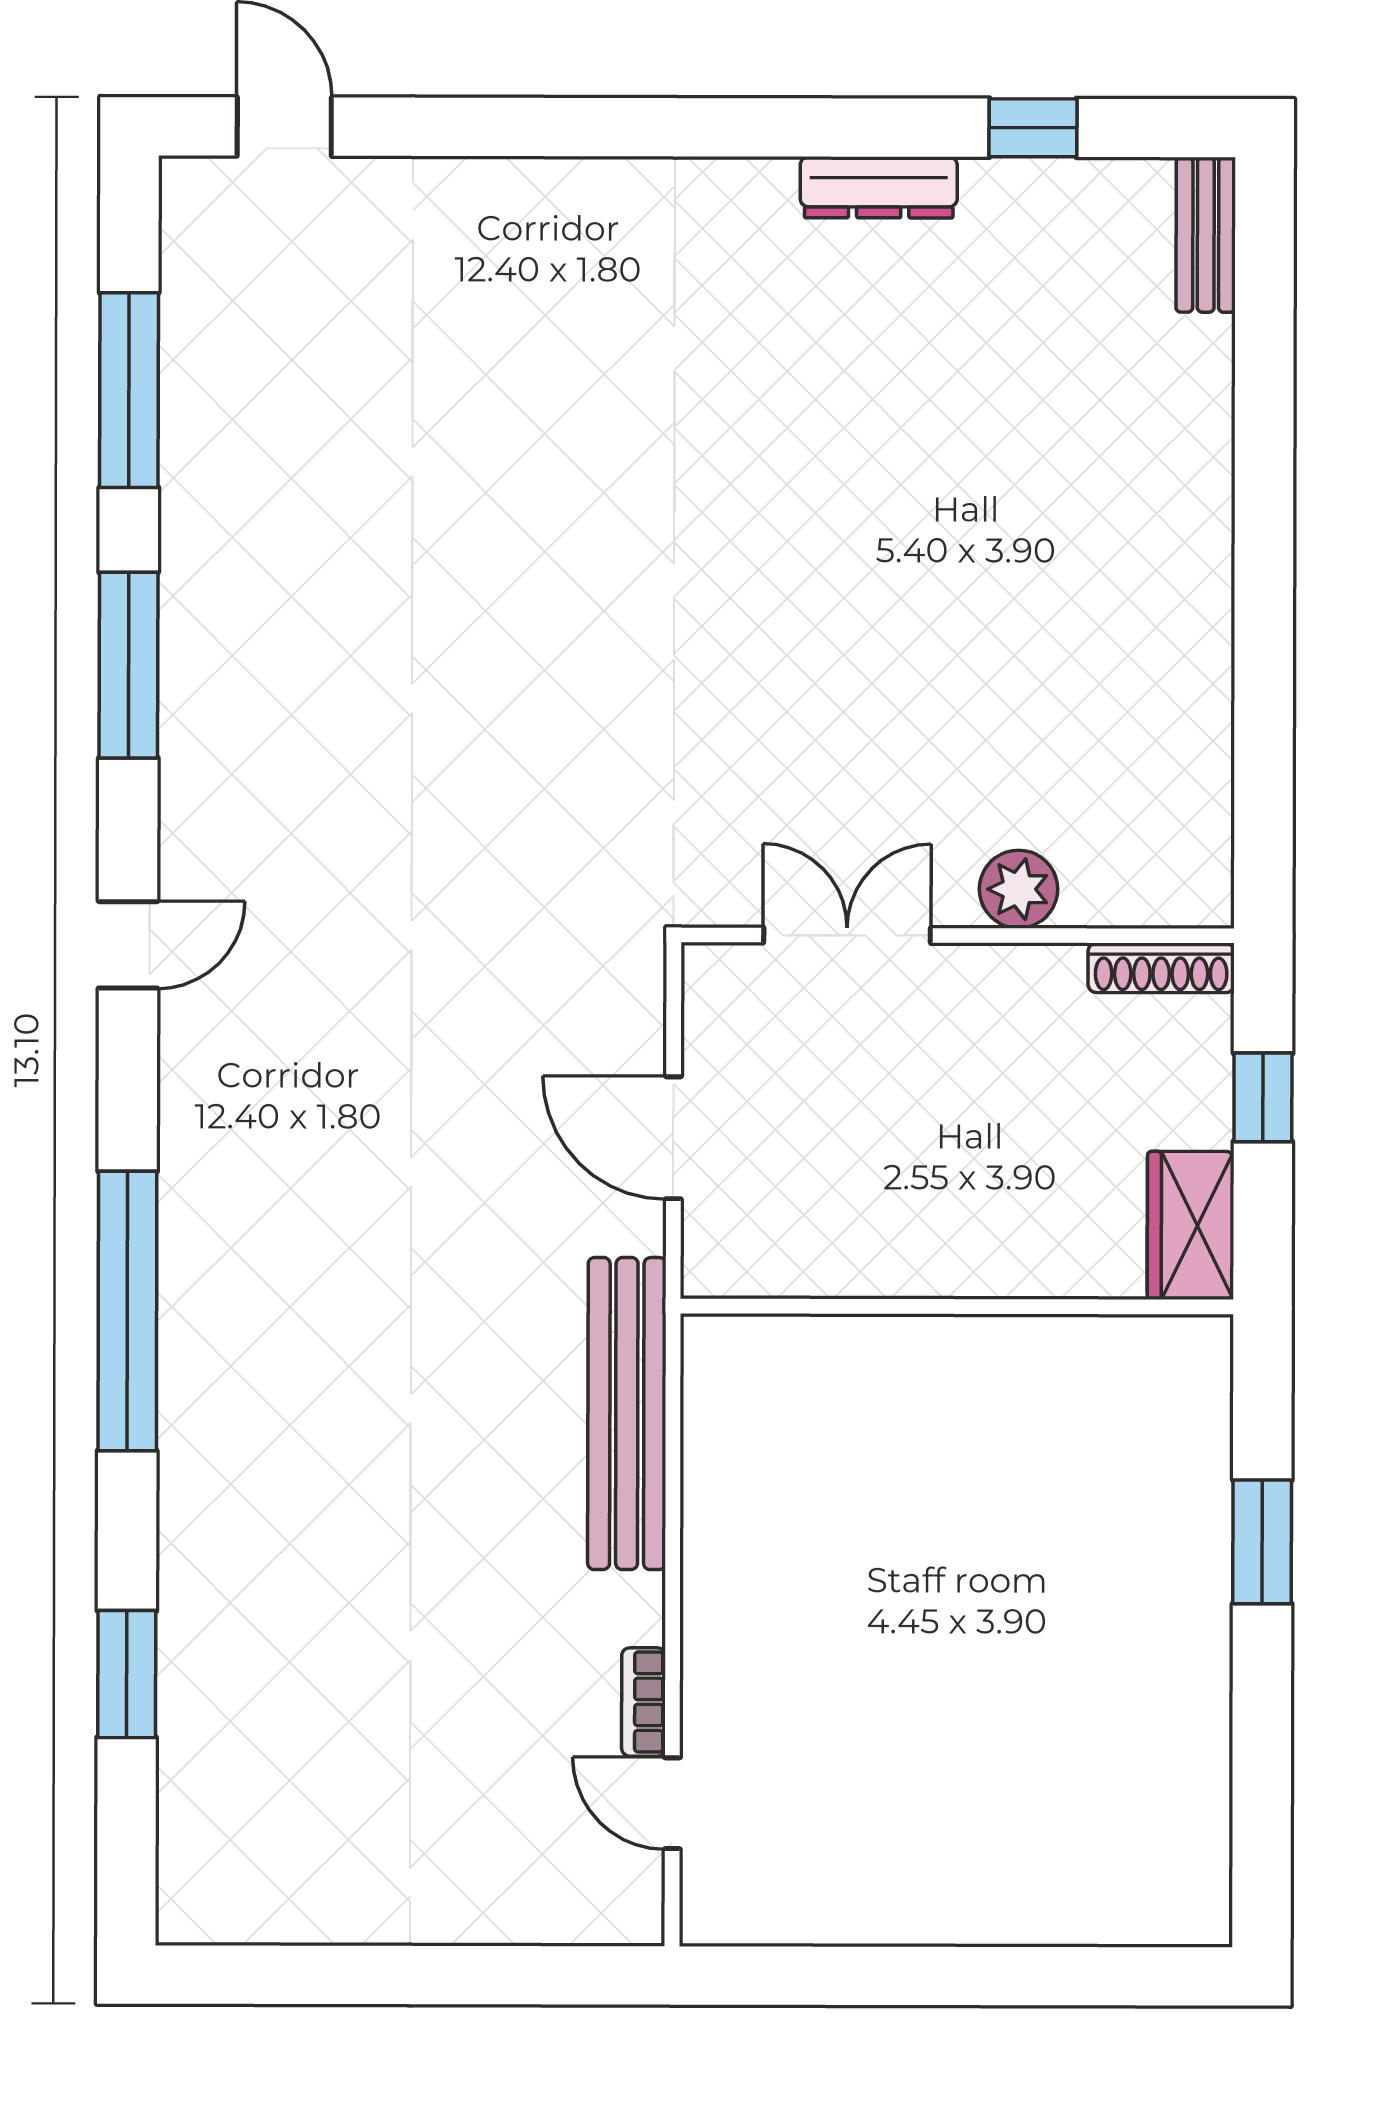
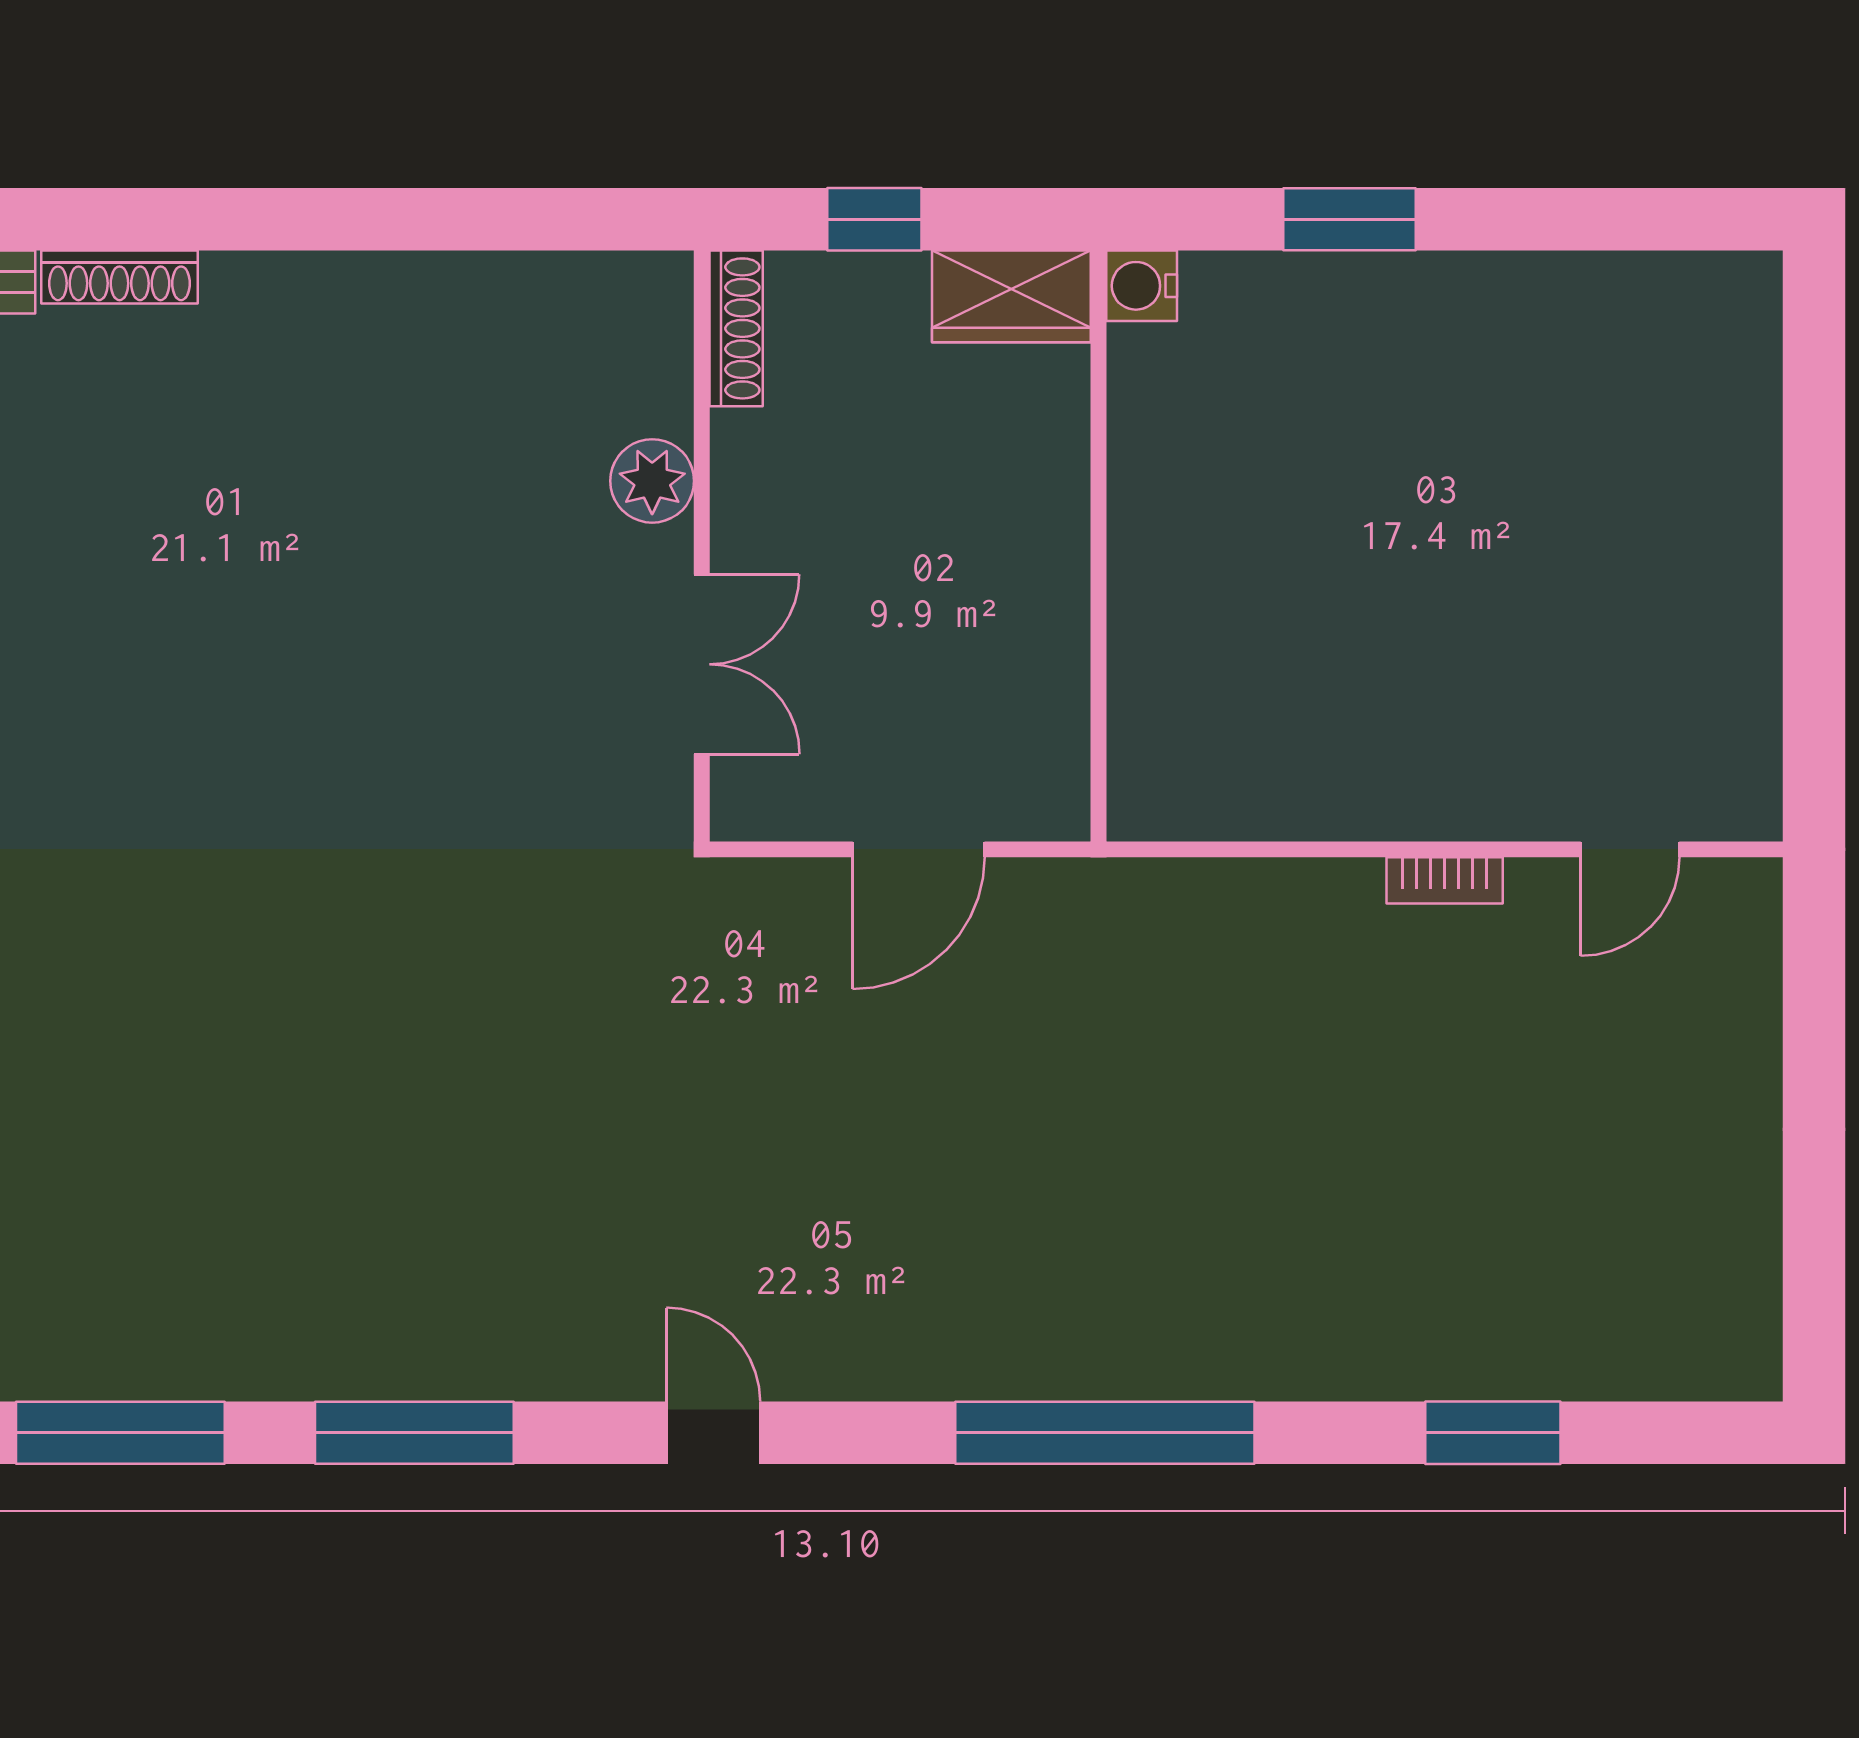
shoe rack: (1210, 391) -> (119, 277), added
double door: (847, 935) -> (702, 664), swing flipped
water cooler: (1200, 1347) -> (1142, 286), added
bench: (627, 1414) -> (1214, 899), removed
bookcase: (643, 1702) -> (1445, 880), moved

